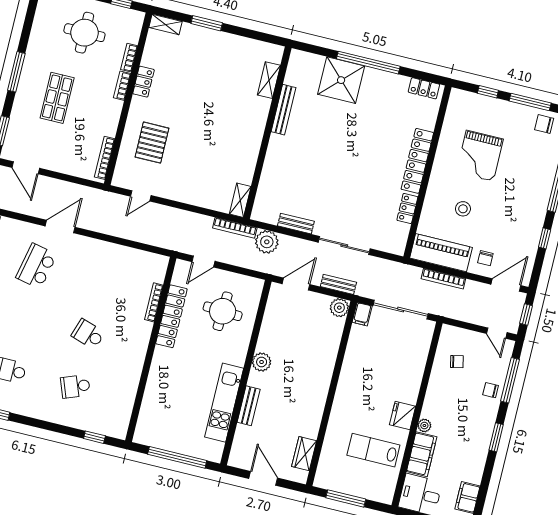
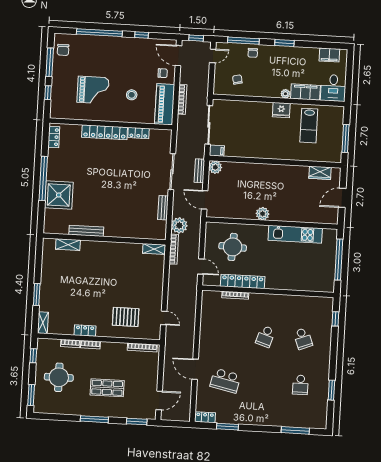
bench: (249, 406) -> (294, 217), removed

